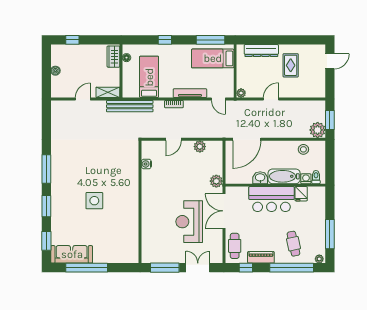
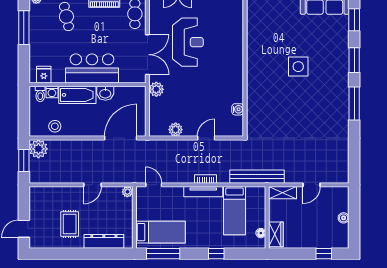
tv unit: (190, 93) -> (203, 192), moved
fridge: (301, 194) -> (44, 75), moved

